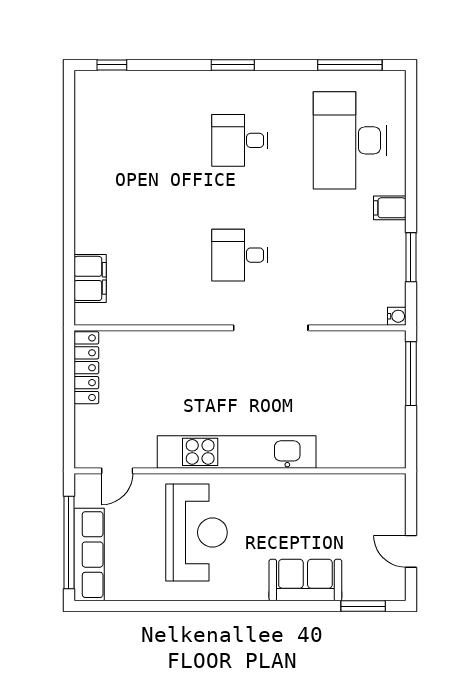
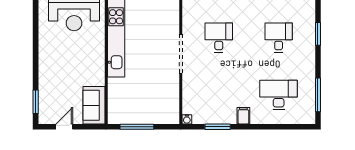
desk: (350, 140) -> (279, 95), width x0.73, depth x0.77
window: (411, 374) -> (137, 127), moved
sofa: (305, 580) -> (94, 105), moved, turned 180

